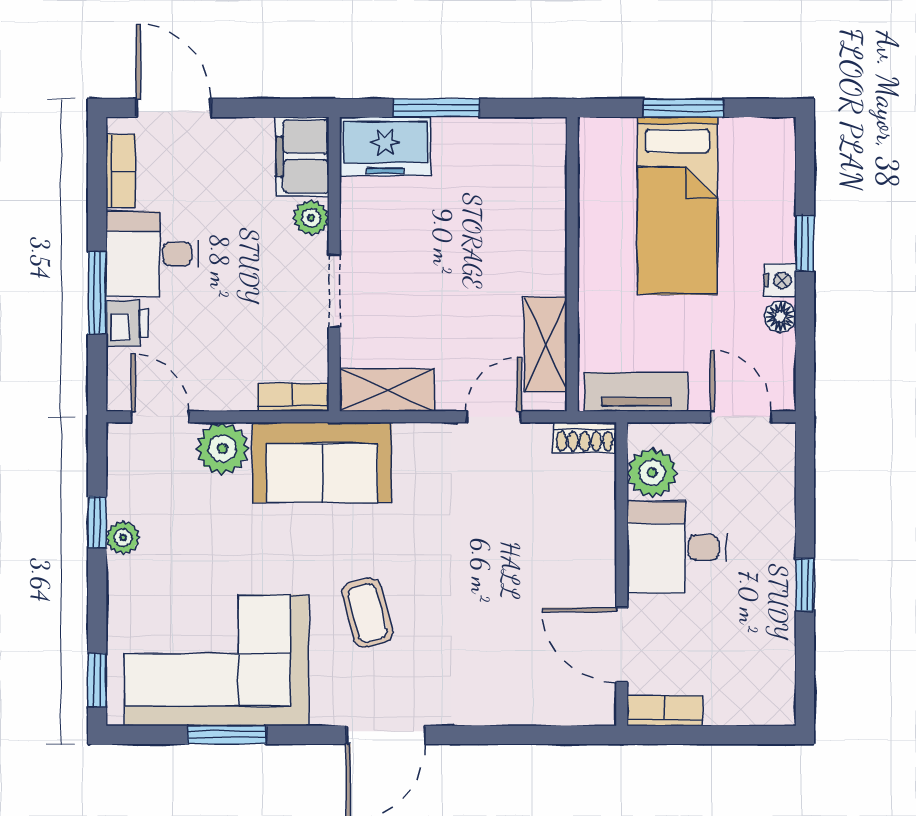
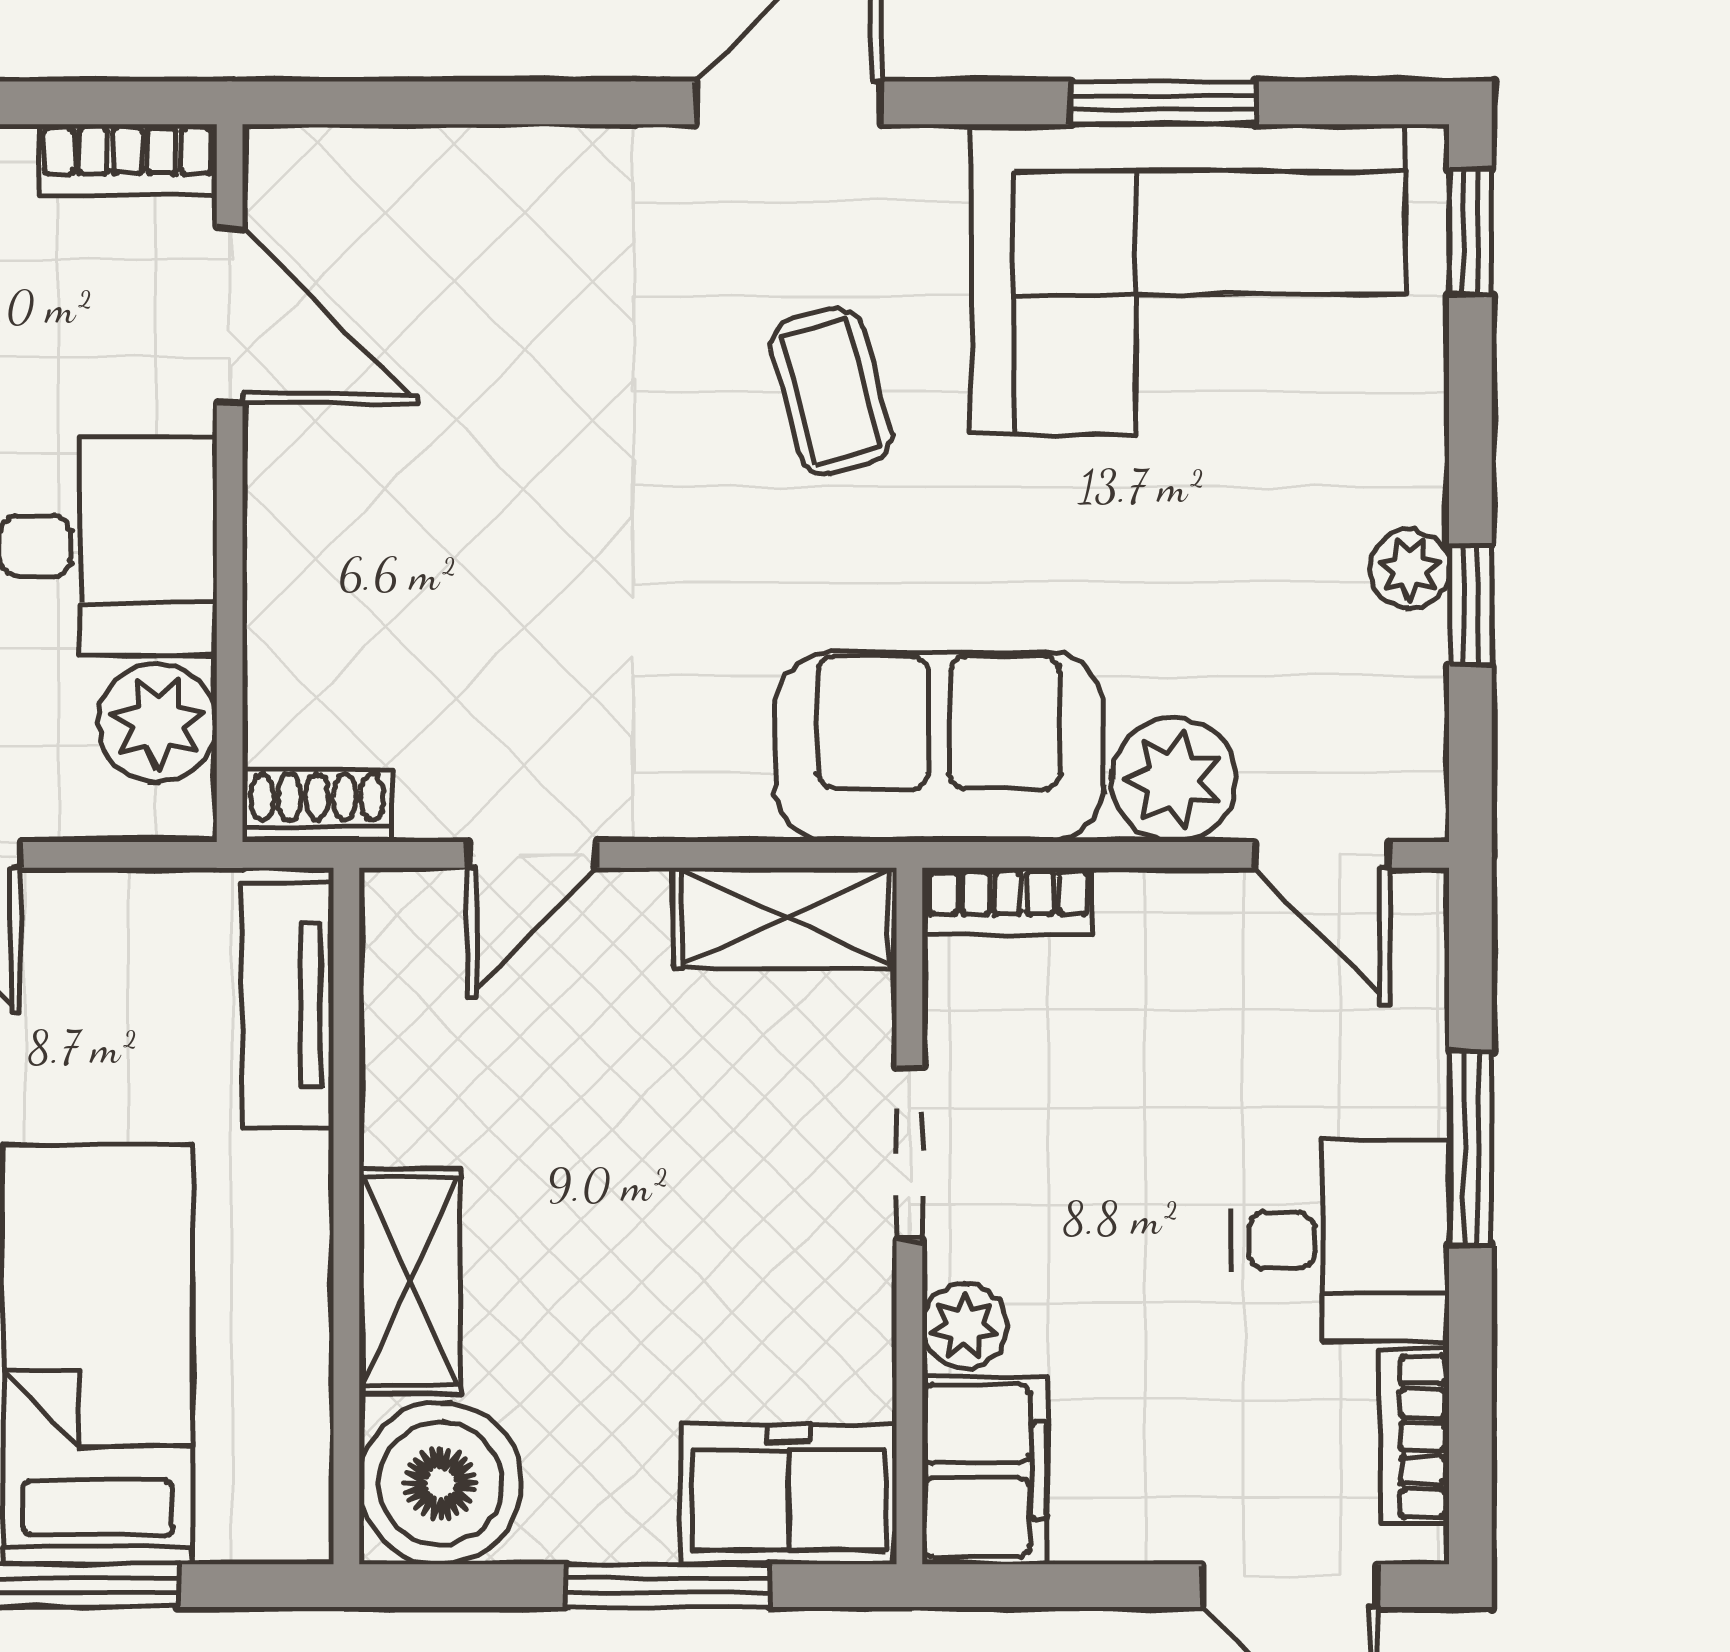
boiler: (533, 151) -> (440, 1483), added
printer: (127, 323) -> (1400, 1076), removed
shelving: (546, 344) -> (410, 1281), moved
tv unit: (636, 392) -> (287, 1005), moved, turned 90

